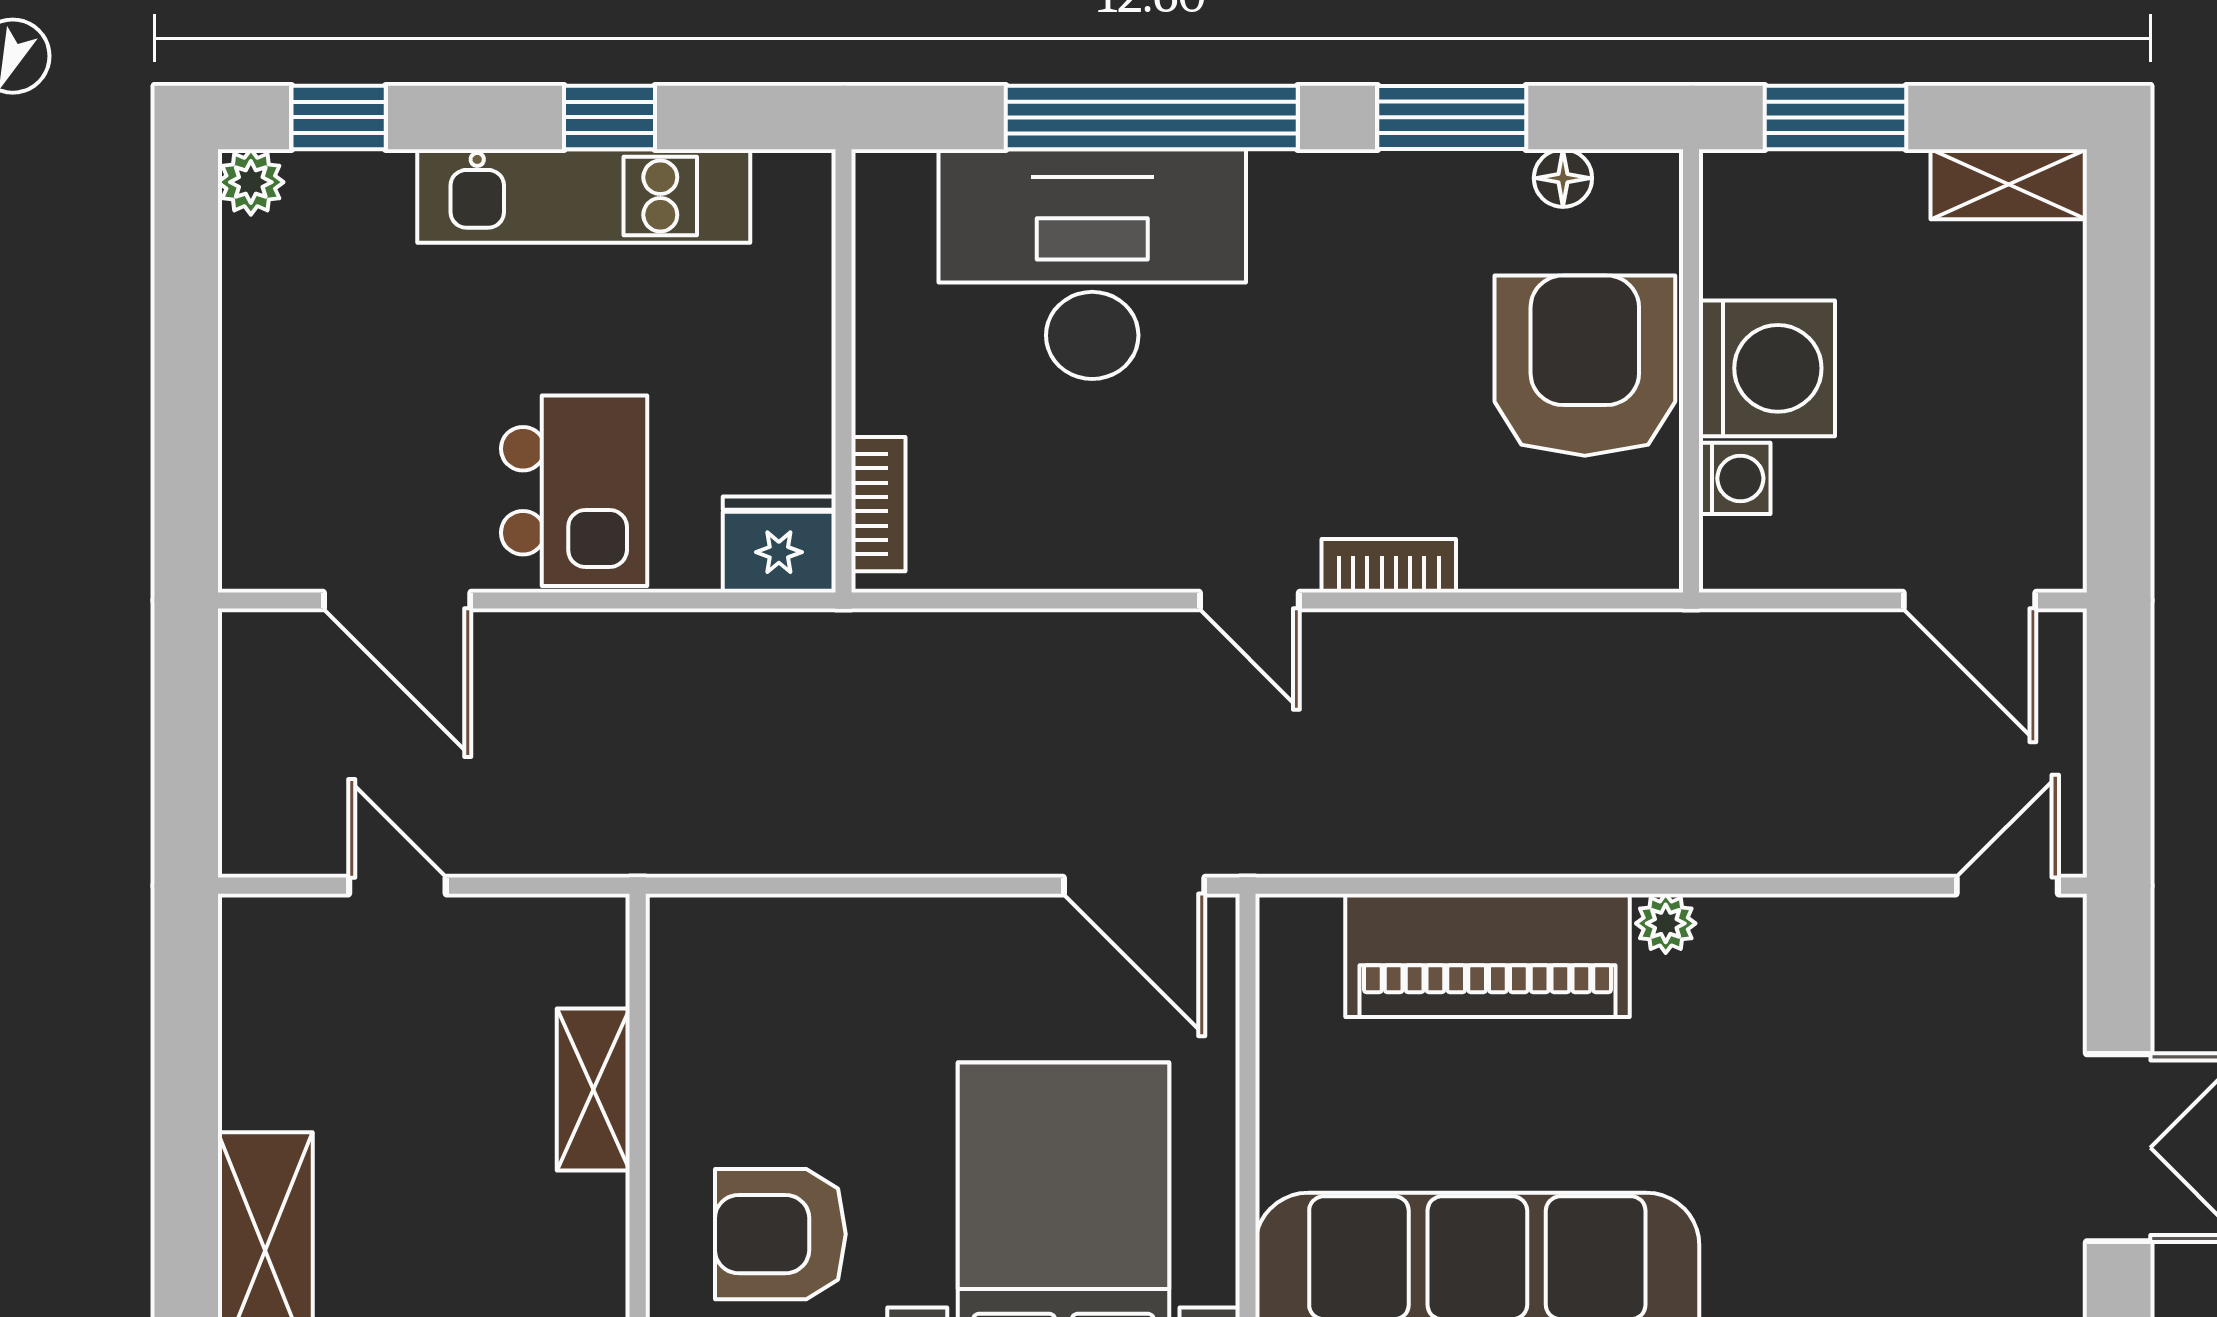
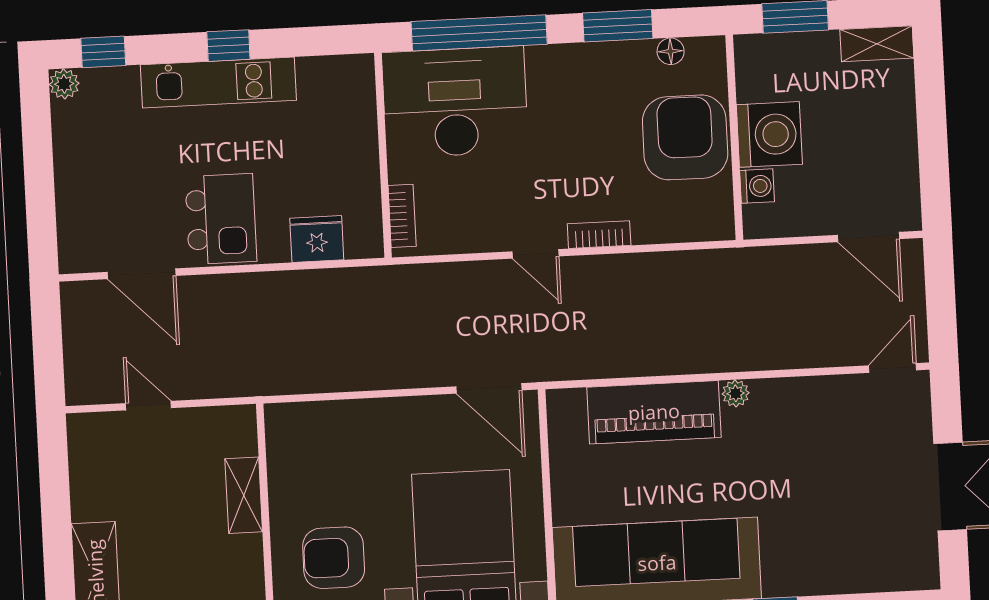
wall: (844, 371) -> (383, 155), moved
bookcase: (878, 504) -> (402, 216), moved

